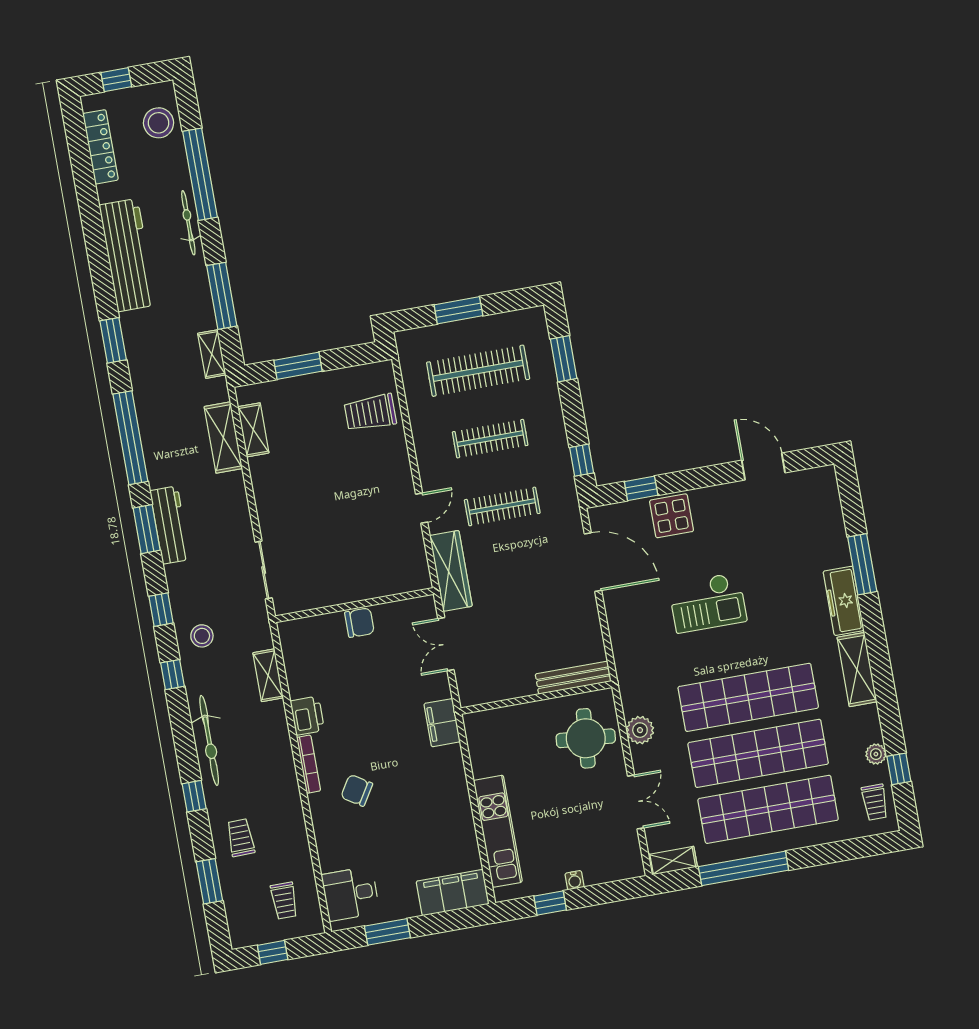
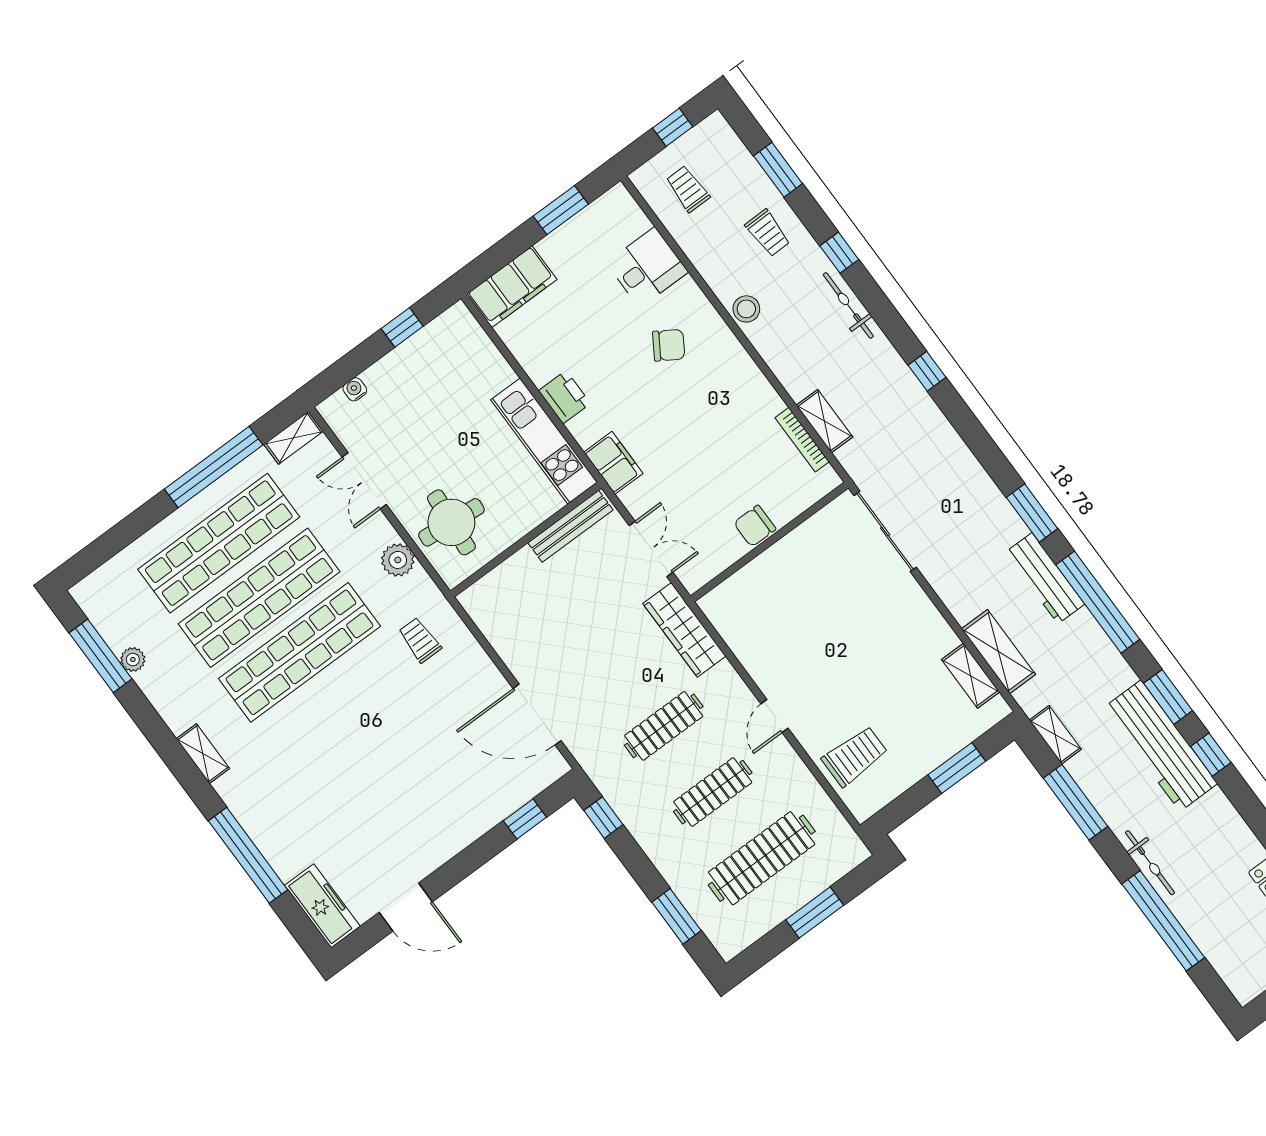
stool: (159, 123) -> (1235, 954), removed
workbench: (128, 255) -> (1160, 746), moved
door: (422, 508) -> (775, 716), moved
display table: (672, 516) -> (478, 806), removed
workbench: (170, 525) -> (1045, 578), moved
window: (862, 564) -> (248, 855), width x1.46
sliding door: (264, 570) -> (885, 531), width x1.37
freezer: (844, 601) -> (322, 906), moved
checkout: (708, 603) -> (393, 732), removed
window: (161, 610) -> (1211, 755), moved
stool: (202, 636) -> (746, 309), moved
shelving: (857, 670) -> (203, 754), width x0.67, depth x0.75
bench: (573, 678) -> (570, 526), moved
printer: (307, 716) -> (564, 397), moved, turned 180
bicycle: (209, 740) -> (848, 305), width x0.73, depth x0.71
bookcase: (309, 764) -> (802, 440), moved
window: (899, 769) -> (100, 656), width x2.17
trolley: (875, 802) -> (420, 640), moved
kitchen unit: (498, 831) -> (544, 441), moved
water cooler: (574, 880) -> (355, 389), moved
desk: (350, 894) -> (647, 267), moved

